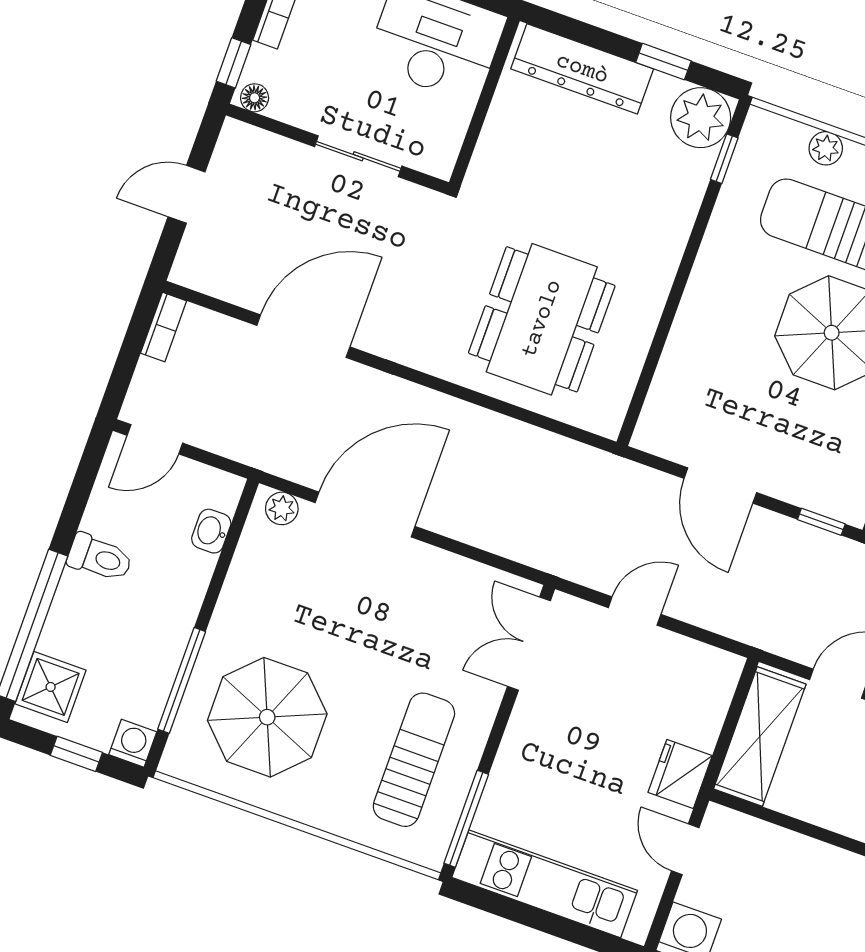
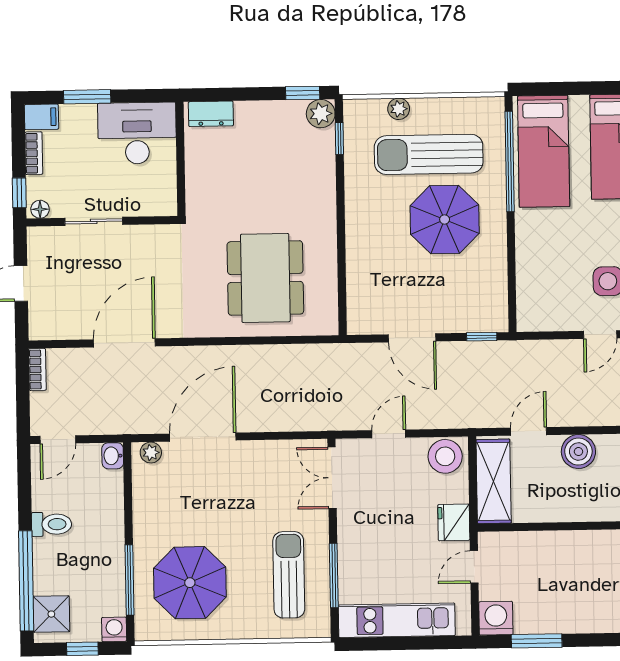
window: (663, 62) -> (303, 93), moved
dresser: (582, 69) -> (211, 114), width x0.51, depth x0.80
plant: (701, 118) -> (321, 114), width x0.73, depth x0.73
sliding door: (358, 156) -> (94, 221), moved
washbasin: (211, 531) -> (113, 456), moved
stool: (704, 674) -> (445, 456), added
window: (466, 819) -> (334, 575), moved
door: (685, 849) -> (474, 567), hinge flipped

